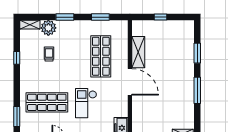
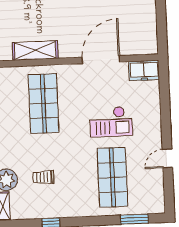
shop shelf: (101, 56) -> (43, 103), turned 90
door: (130, 82) -> (101, 60), moved

